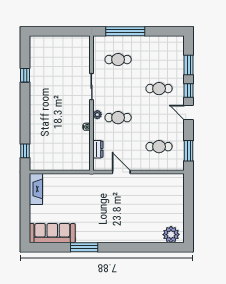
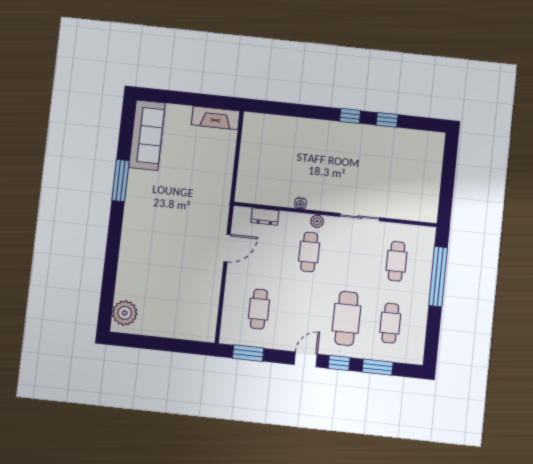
cafe table: (159, 60) -> (390, 323), added
cafe table: (159, 89) -> (346, 318), width x1.37, depth x1.35
window: (25, 151) -> (350, 116), moved

